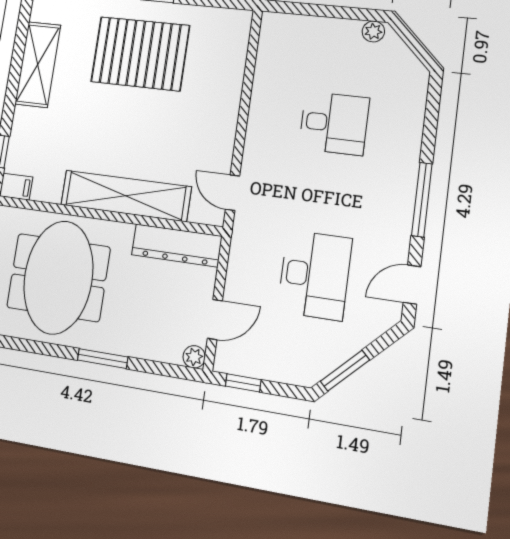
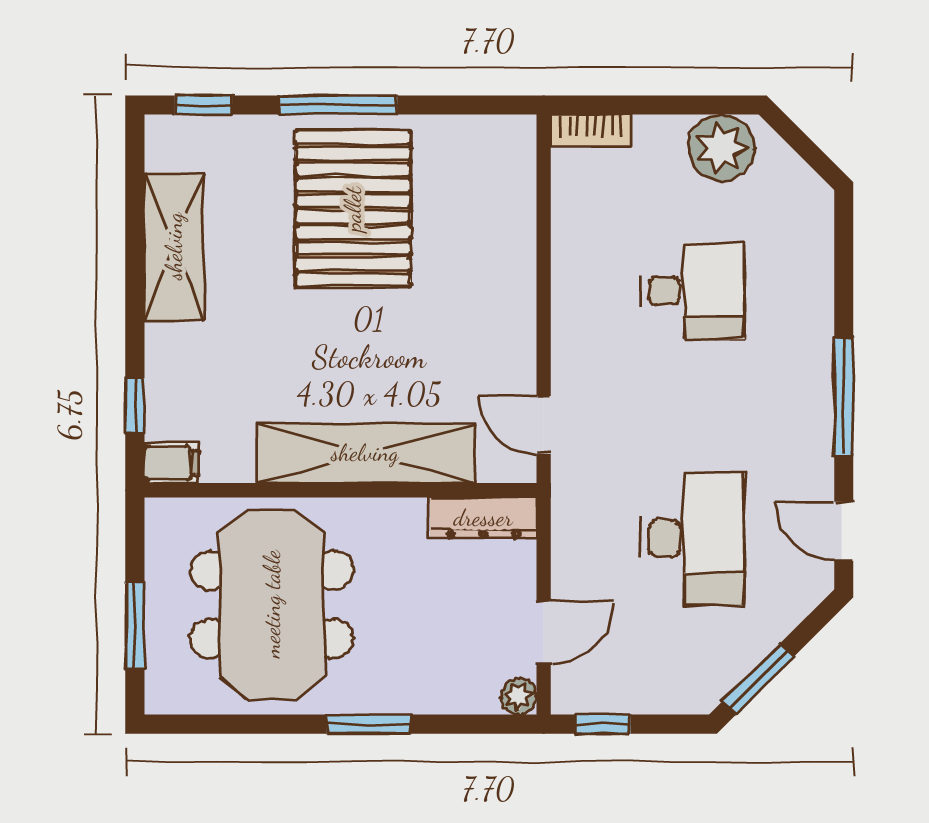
bookcase: (285, 22) -> (591, 131), added
plant: (373, 31) -> (721, 148), width x1.87, depth x1.87
pallet: (140, 54) -> (353, 209), turned 90
dresser: (177, 245) -> (483, 518), width x0.73, depth x0.80
door: (412, 285) -> (844, 531), hinge flipped

